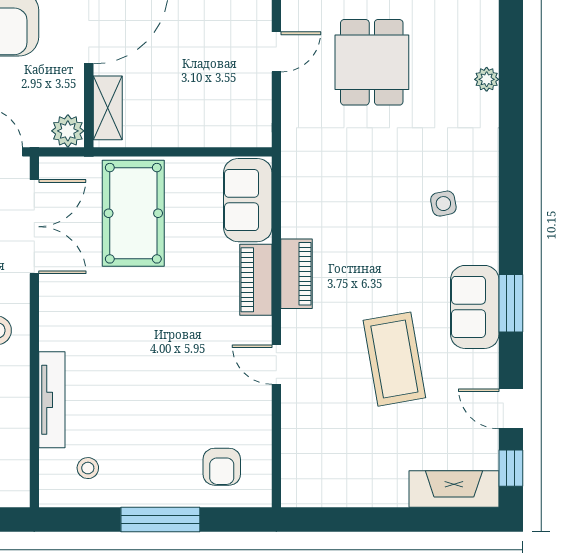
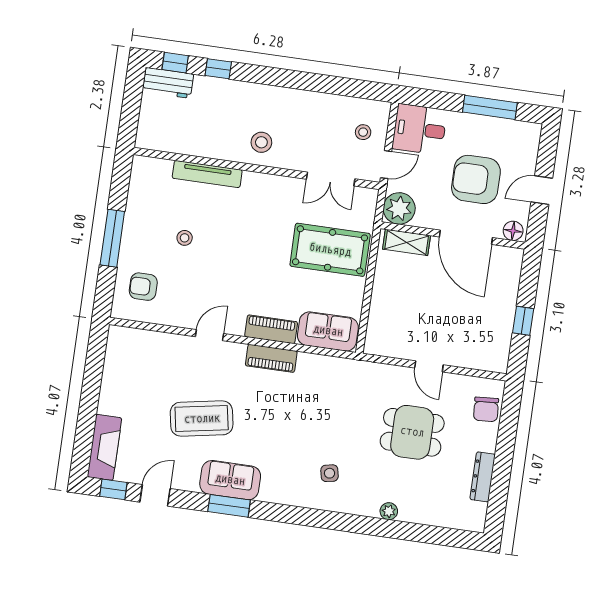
plant: (68, 131) -> (399, 208), width x1.36, depth x1.36
side table: (443, 204) -> (330, 473), moved
double door: (34, 227) -> (331, 179), width x0.73
stool: (88, 468) -> (185, 238), moved

